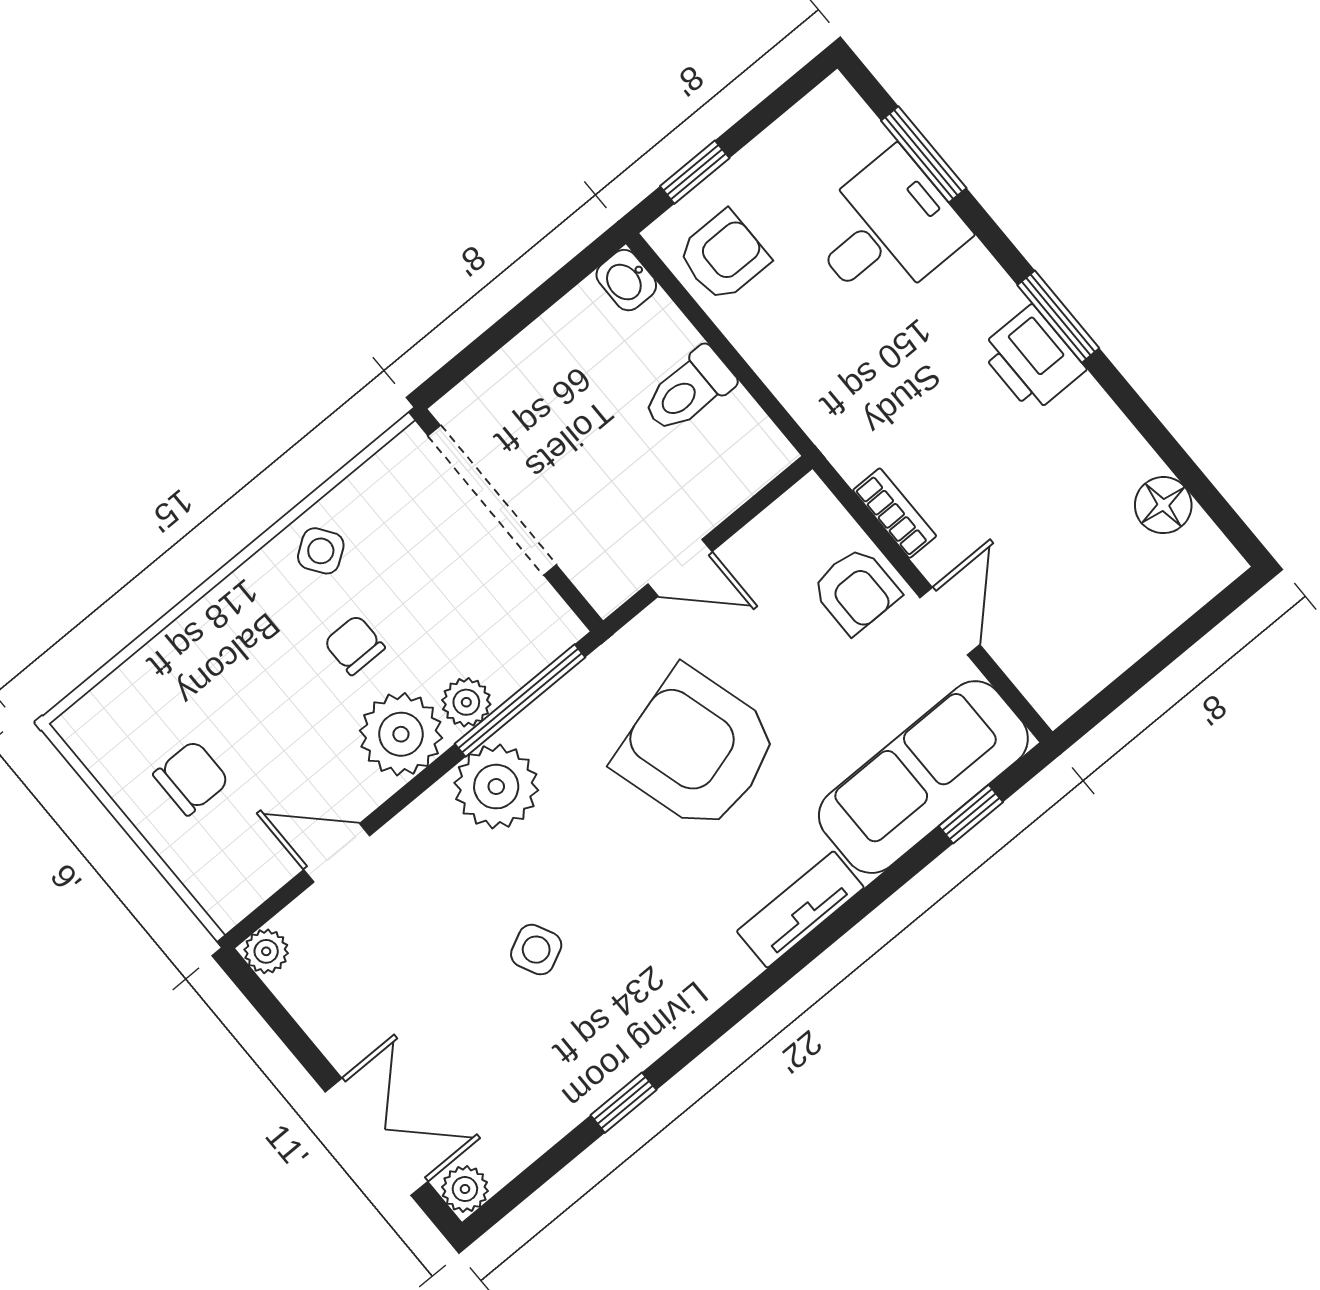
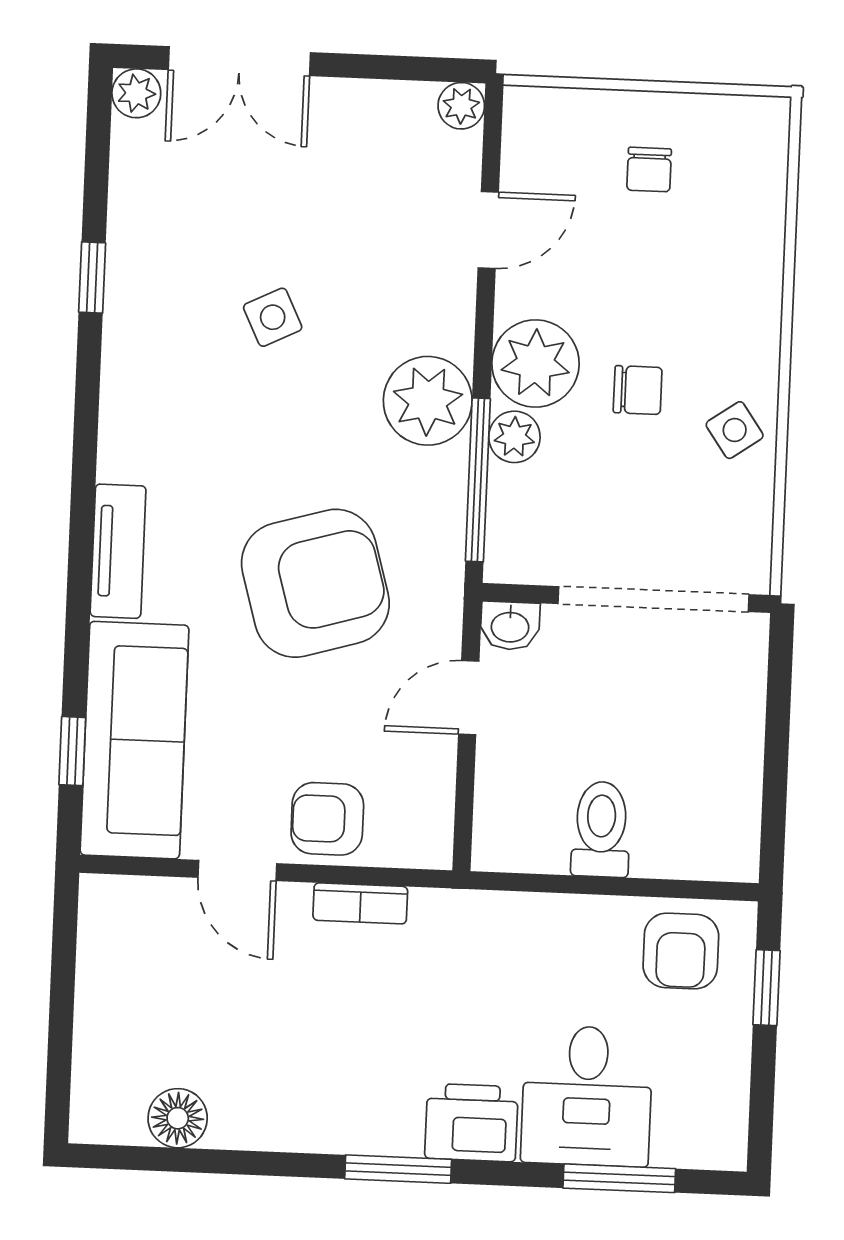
washbasin: (626, 280) -> (510, 626), moved, turned 180
printer: (1032, 359) -> (471, 1123), moved
chair: (191, 778) -> (649, 170), width x0.73, depth x0.73

